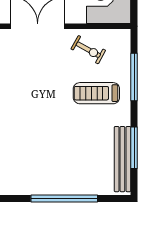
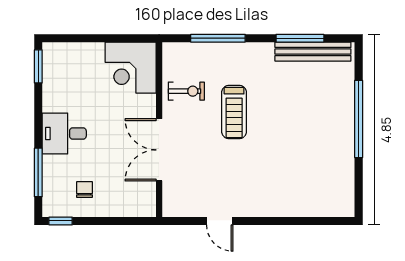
exercise bike: (88, 50) -> (186, 91), turned 61
treadmill: (96, 93) -> (234, 112), moved

